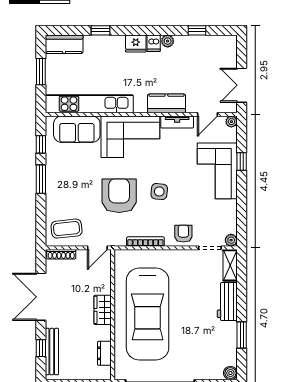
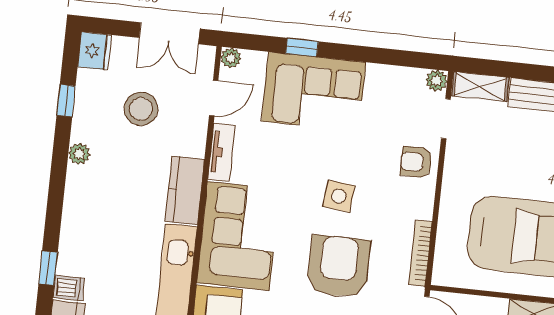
dishwasher: (154, 43) -> (69, 288), moved
fridge: (136, 44) -> (95, 51), moved
stool: (197, 74) -> (141, 109), added
kitchen counter: (166, 103) -> (185, 190), moved
door: (207, 114) -> (214, 98), hinge flipped
armchair: (119, 196) -> (339, 267), turned 90
bookcase: (145, 242) -> (420, 253), moved

